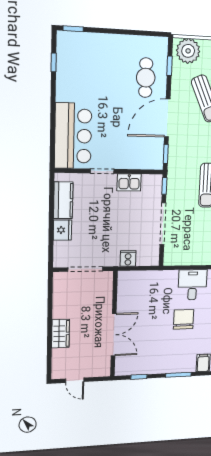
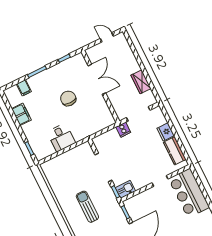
kitchen sink: (129, 182) -> (125, 189), moved
cooker: (128, 258) -> (123, 130), moved
chair: (184, 319) -> (68, 98), moved, turned 180
wardrobe: (61, 334) -> (141, 82), moved
double door: (114, 335) -> (97, 79), swing flipped

